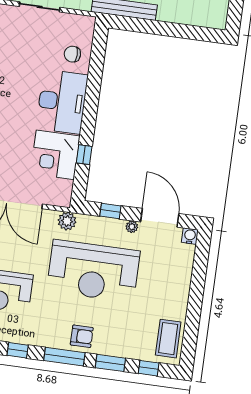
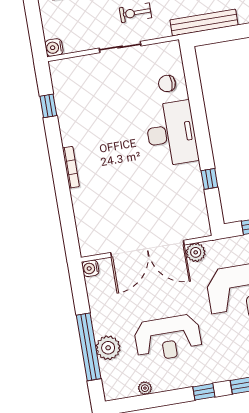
corner desk: (55, 155) -> (181, 188), removed
plant: (67, 221) -> (196, 252), moved

